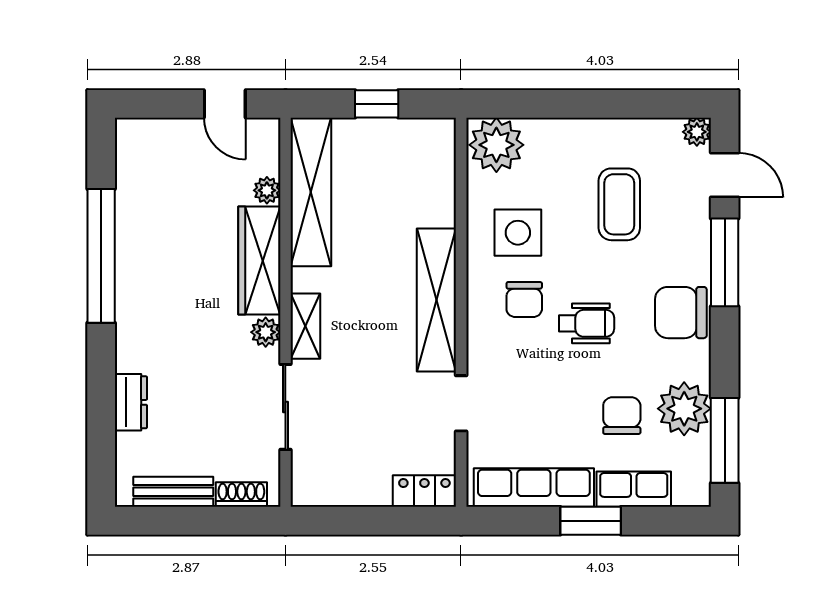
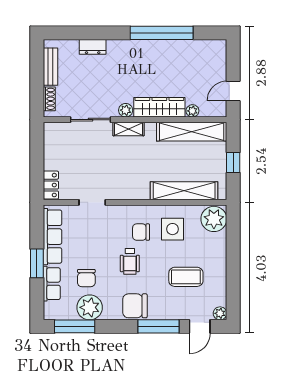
shelving: (436, 300) -> (184, 191), moved
chair: (681, 313) -> (135, 306), turned -90
chair: (622, 416) -> (86, 278), turned 90

